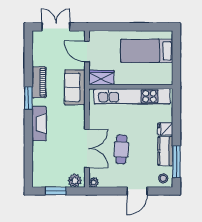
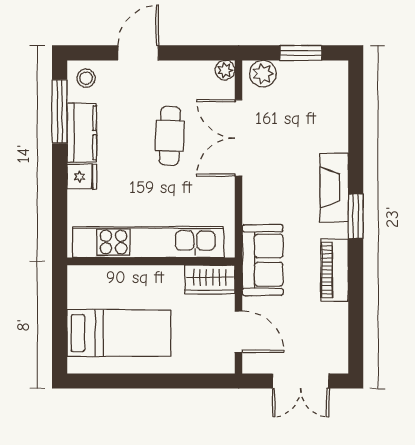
window: (28, 98) -> (356, 216), moved

